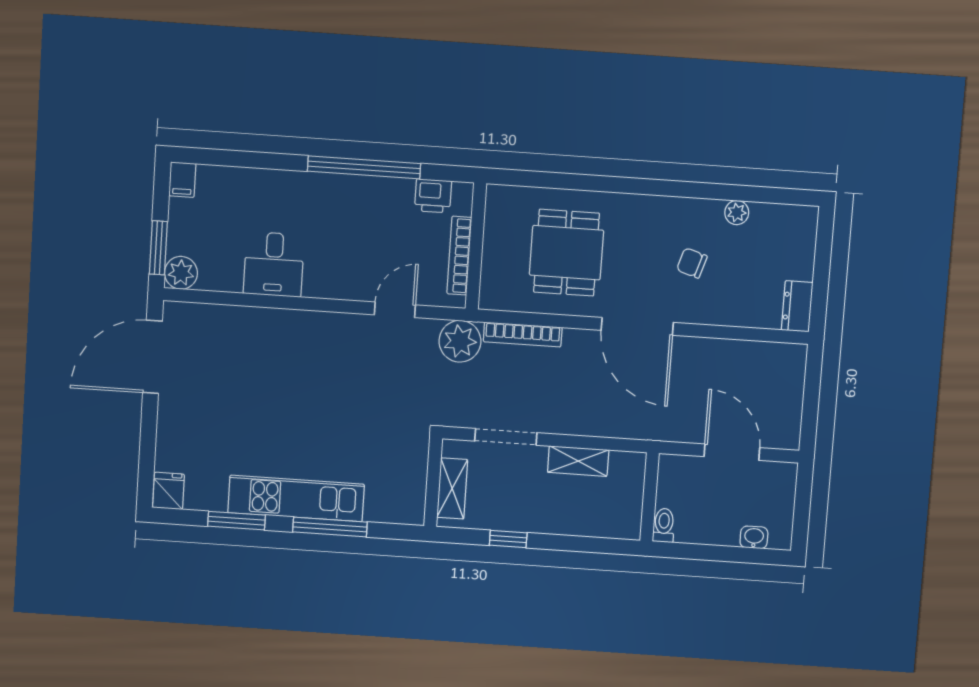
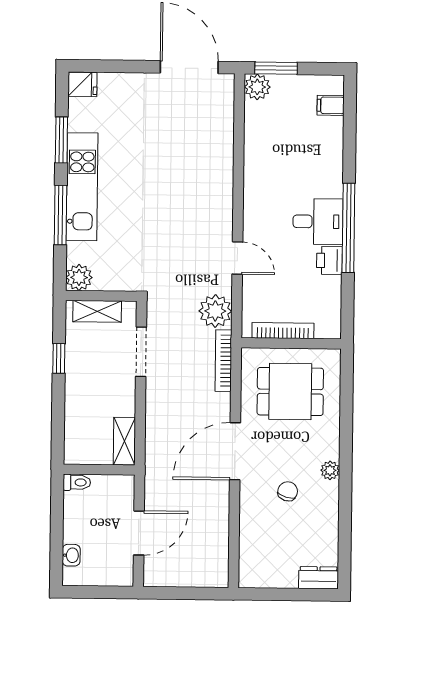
filing cabinet: (182, 180) -> (331, 105), moved
printer: (433, 196) -> (329, 260), moved
plant: (737, 213) -> (330, 470), moved
wall: (476, 246) -> (291, 343), moved
bookcase: (459, 256) -> (283, 331), moved
desk: (274, 264) -> (318, 222), moved, turned 180
dresser: (797, 306) -> (318, 578), moved
shelving: (578, 461) -> (124, 441), moved
plant: (409, 509) -> (79, 277), added

